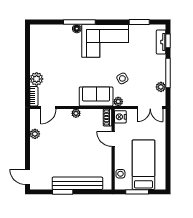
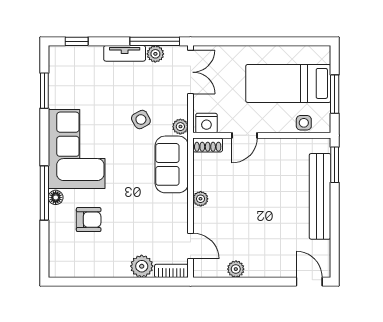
tv unit: (161, 42) -> (125, 53), moved
armchair: (64, 48) -> (89, 220), added
window: (168, 73) -> (155, 41), moved
door: (28, 177) -> (309, 282), swing flipped
window: (63, 192) -> (335, 165), moved

